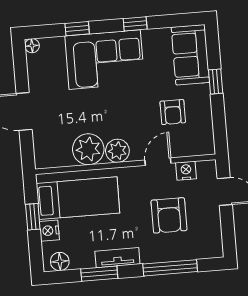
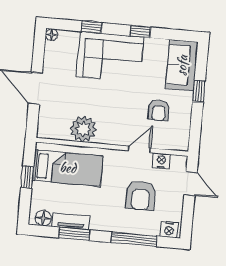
plant: (117, 151) -> (107, 134), removed
nightstand: (49, 231) -> (169, 229), moved, turned -90
tv unit: (117, 258) -> (71, 221), moved

